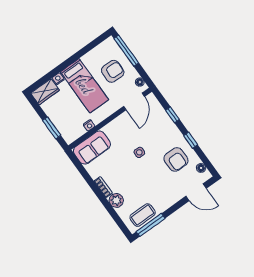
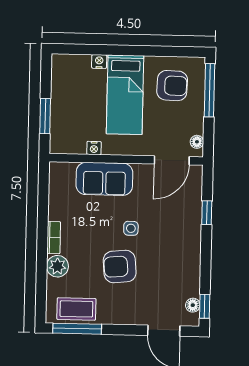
armchair: (113, 71) -> (172, 86), moved
wardrobe: (45, 92) -> (71, 65), removed
window: (191, 140) -> (205, 306), moved
sofa: (92, 148) -> (104, 179), moved
armchair: (176, 159) -> (120, 266), moved, turned 85

